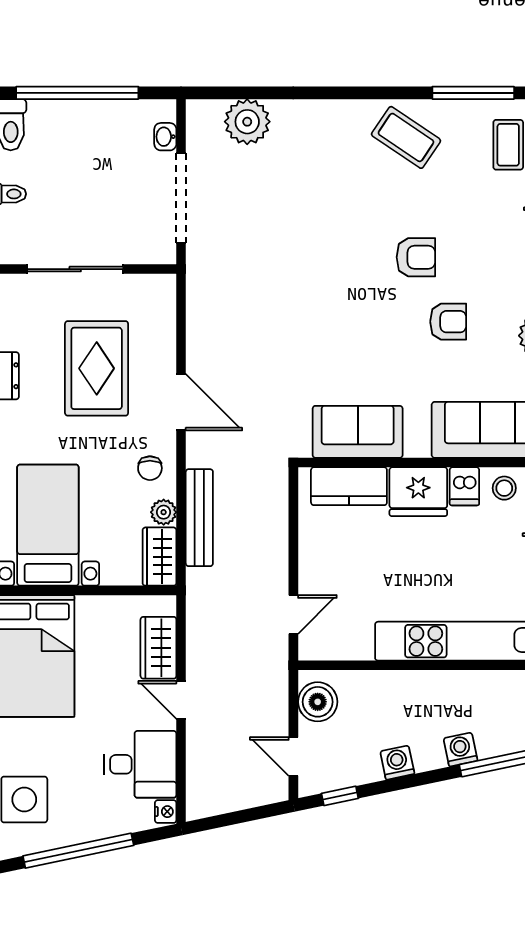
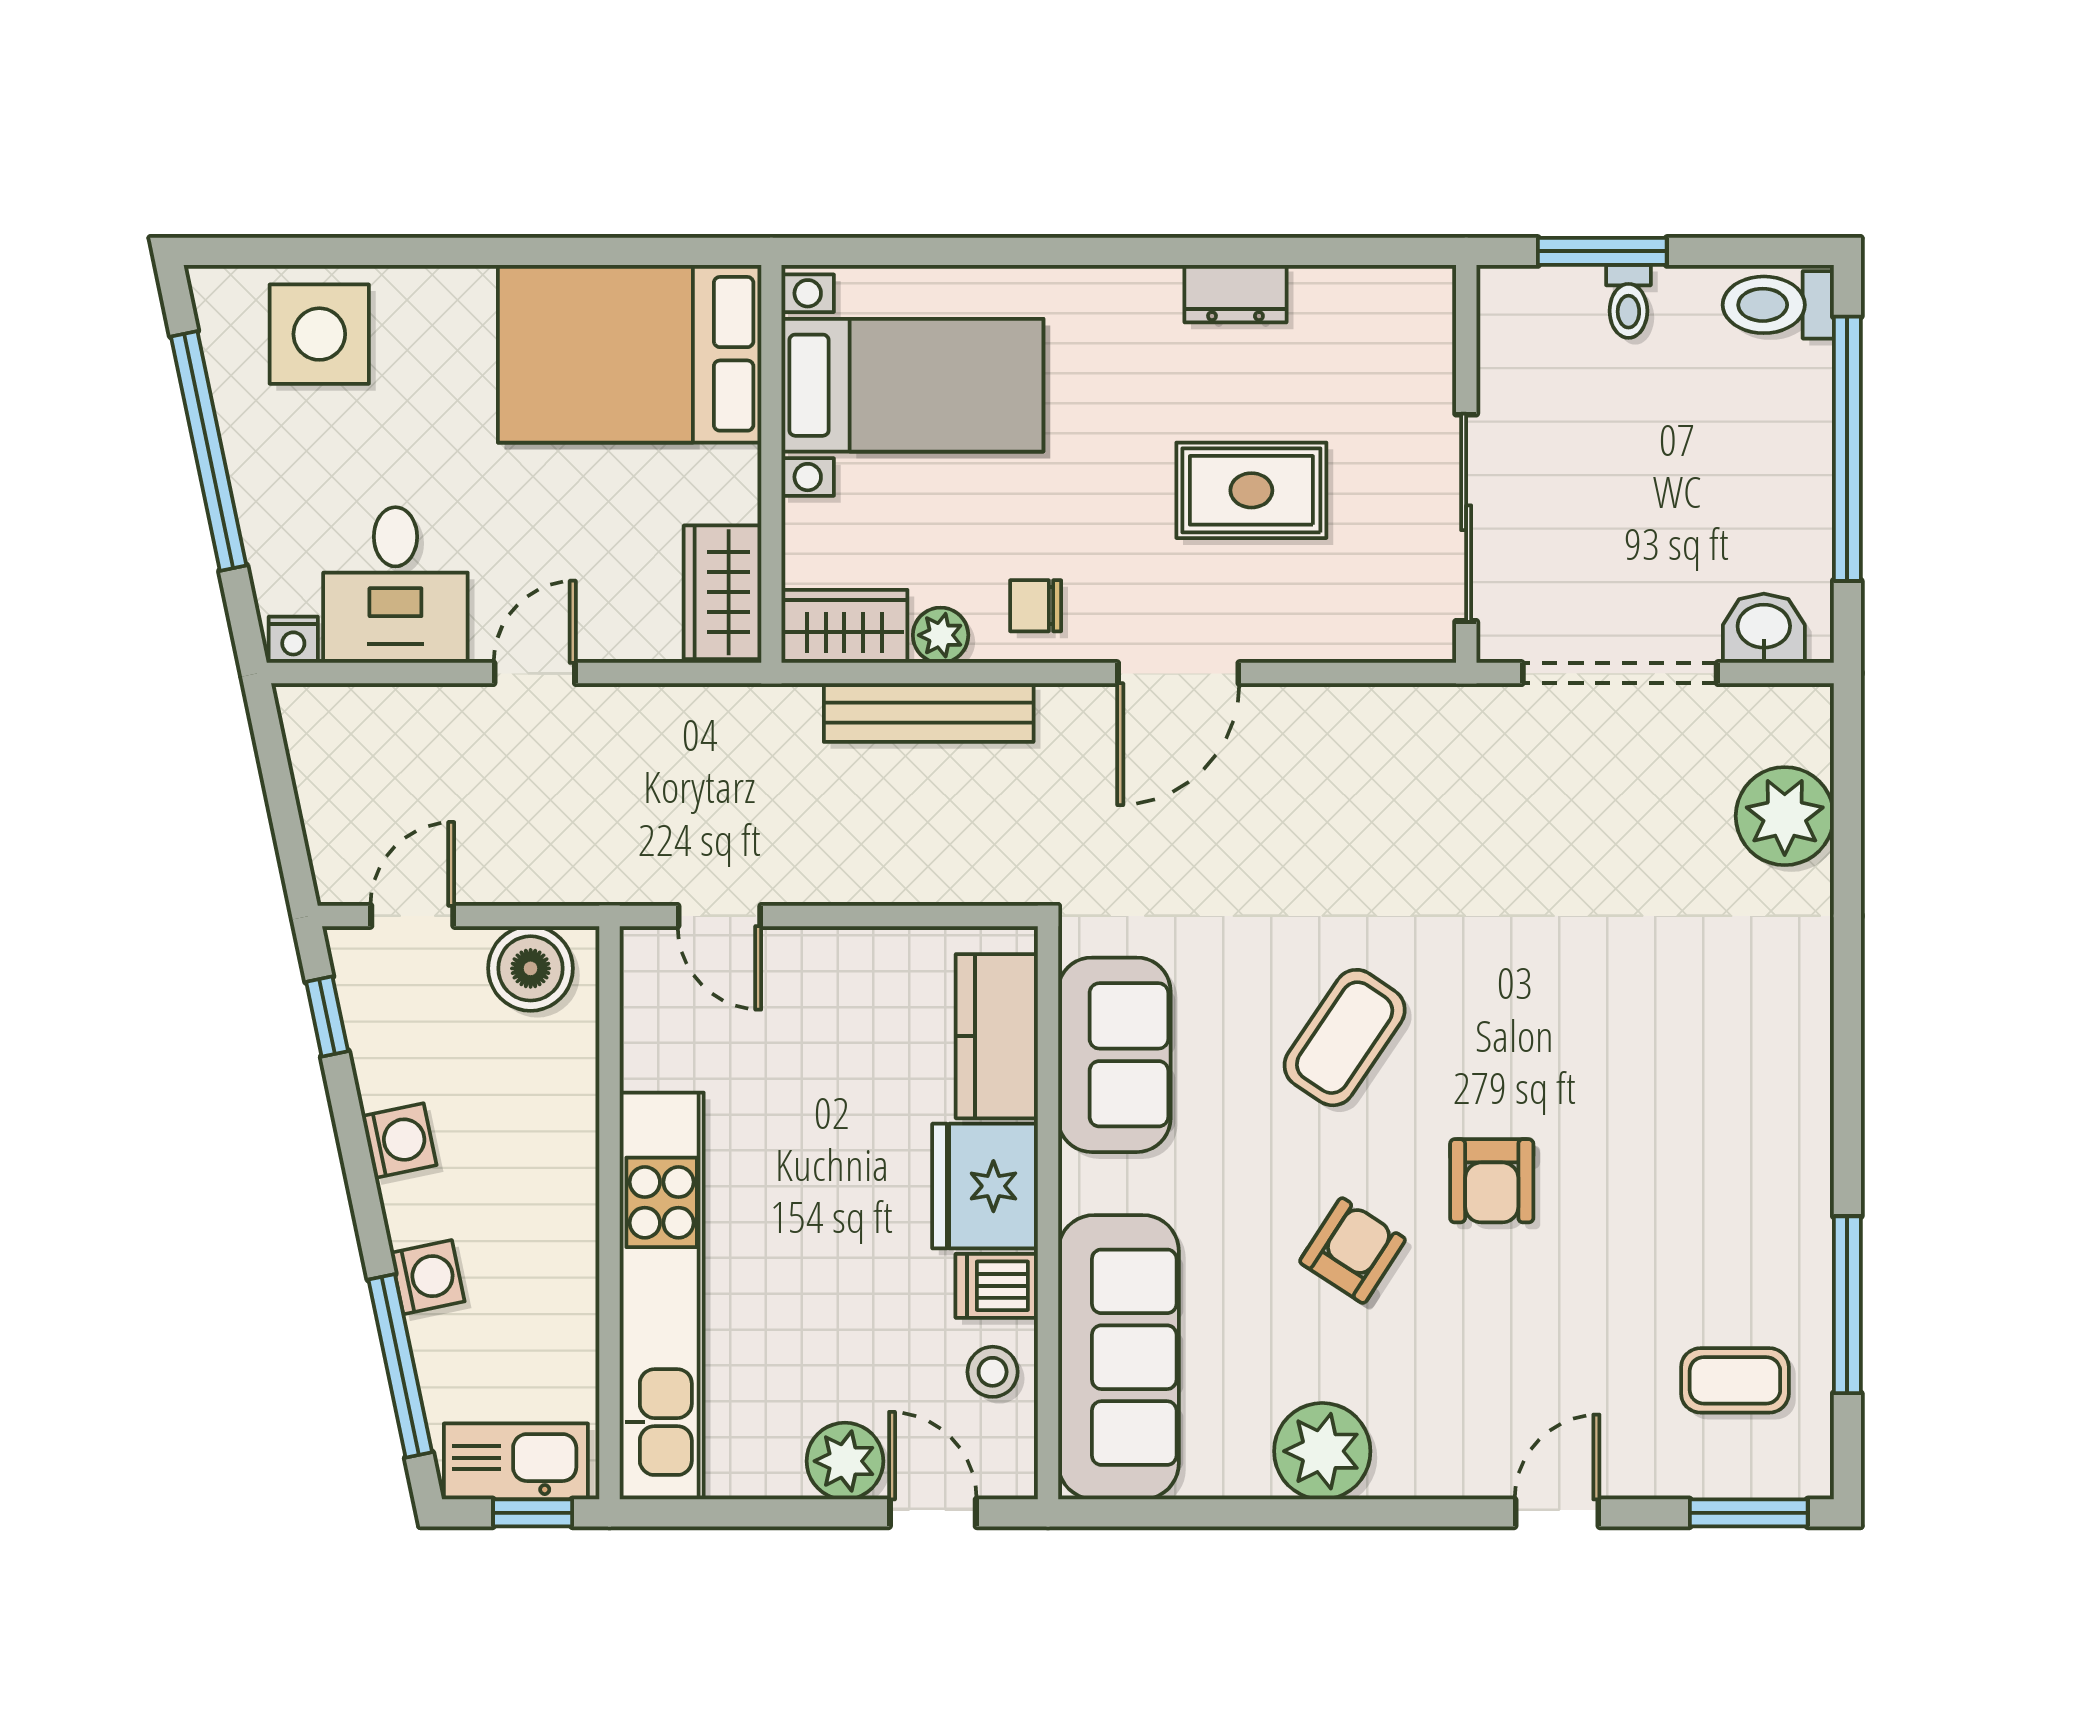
washbasin: (165, 137) -> (1764, 628), width x1.38, depth x1.45
coffee table: (406, 137) -> (1345, 1038), moved
sliding door: (75, 269) -> (1466, 518), moved
armchair: (448, 322) -> (1352, 1251), turned -147
rug: (97, 368) -> (1251, 490), width x0.73, depth x0.70
wardrobe: (158, 648) -> (722, 592), moved, turned -90

